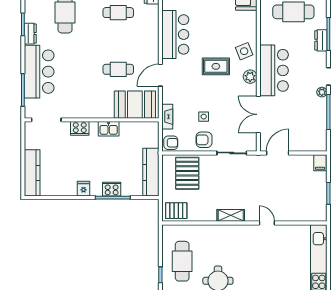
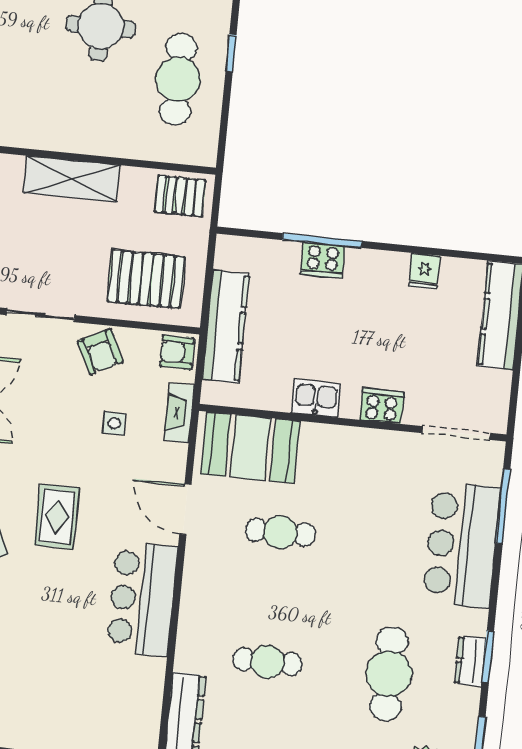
dresser: (30, 34) -> (470, 661), moved
rug: (216, 66) -> (57, 517), turned 90
door: (160, 75) -> (185, 509), swing flipped
side table: (204, 117) -> (114, 423), moved
armchair: (204, 140) -> (100, 352), turned 64
kitchen counter: (151, 172) -> (226, 327), moved
pallet: (187, 173) -> (146, 279), turned 90
fridge: (84, 189) -> (424, 271), moved
shelving: (231, 215) -> (72, 179), width x1.50, depth x1.33

